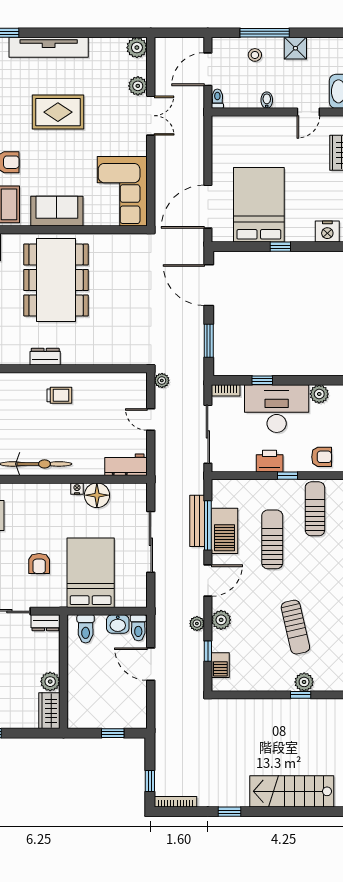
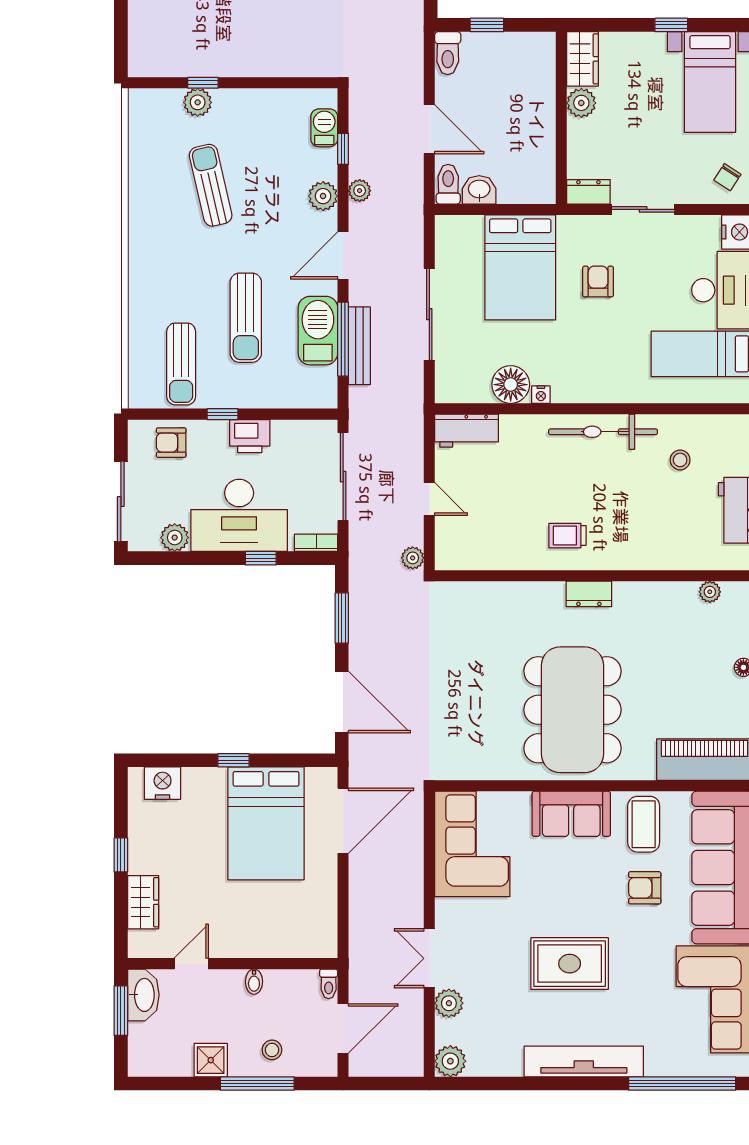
toilet: (86, 629) -> (448, 53), moved, turned 180

